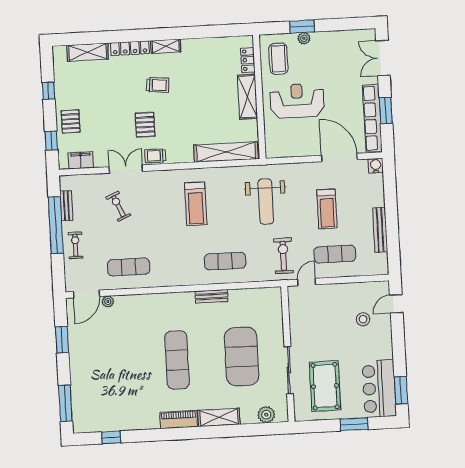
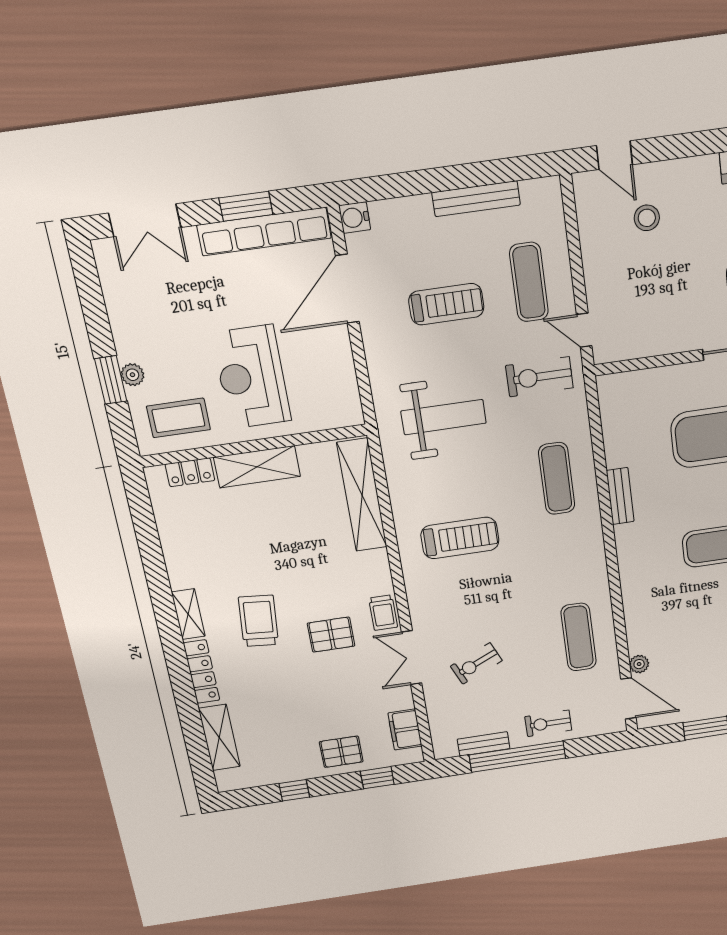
trolley: (158, 85) -> (259, 621), width x1.36, depth x1.39

